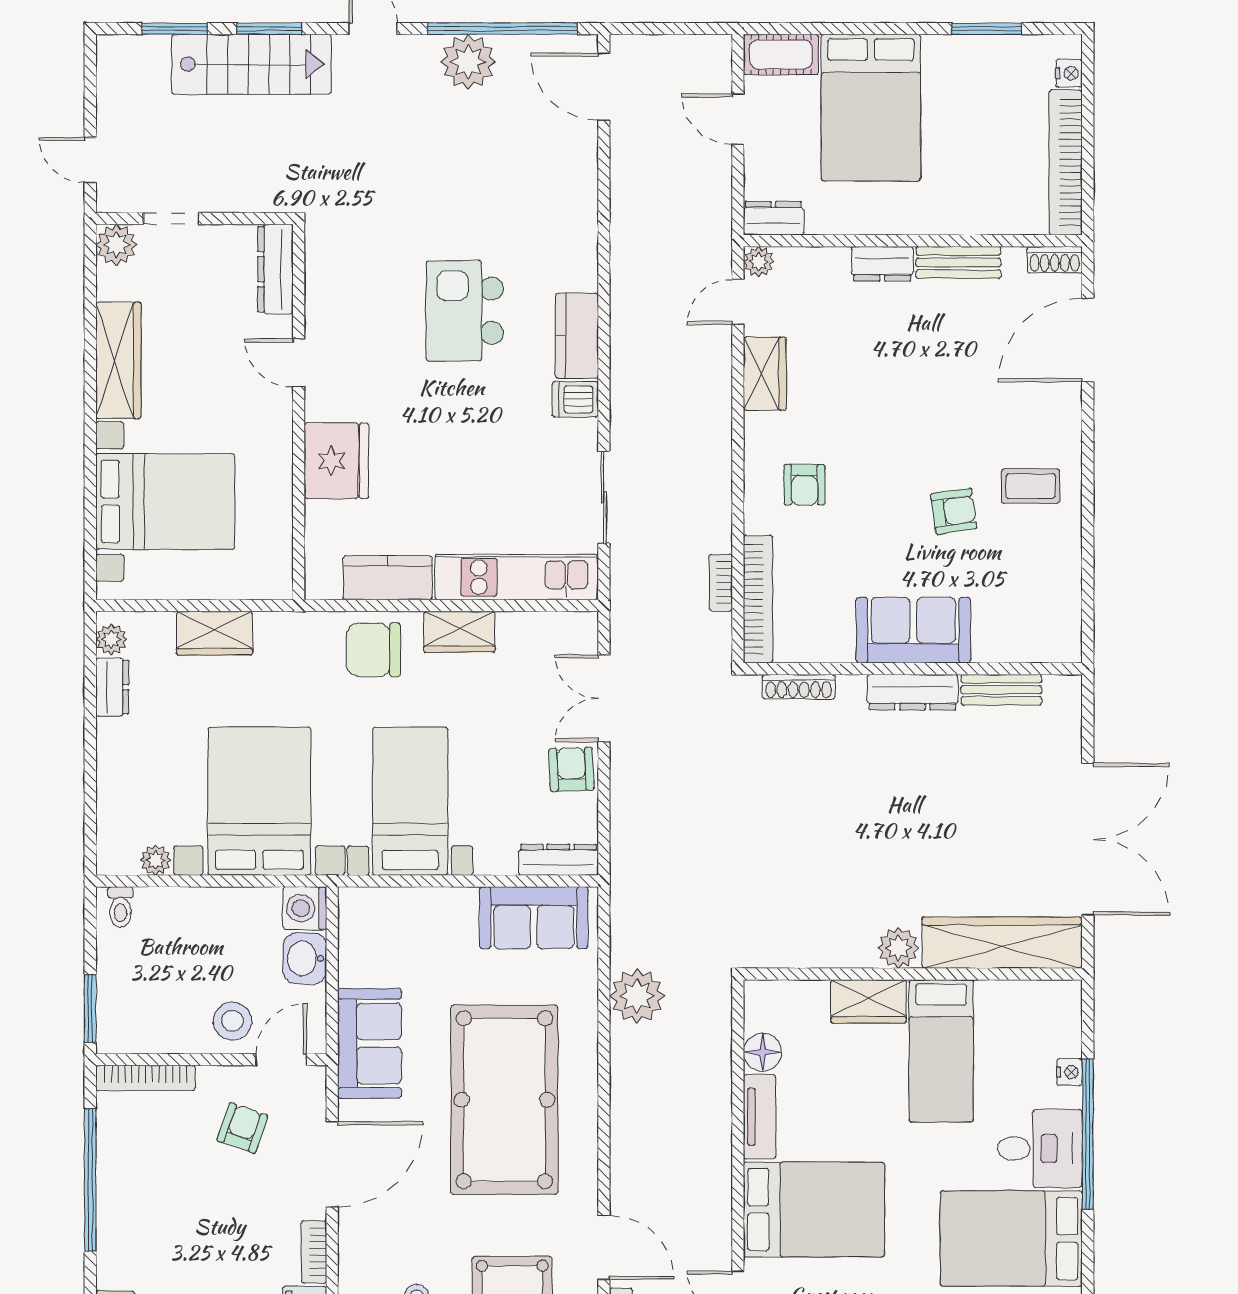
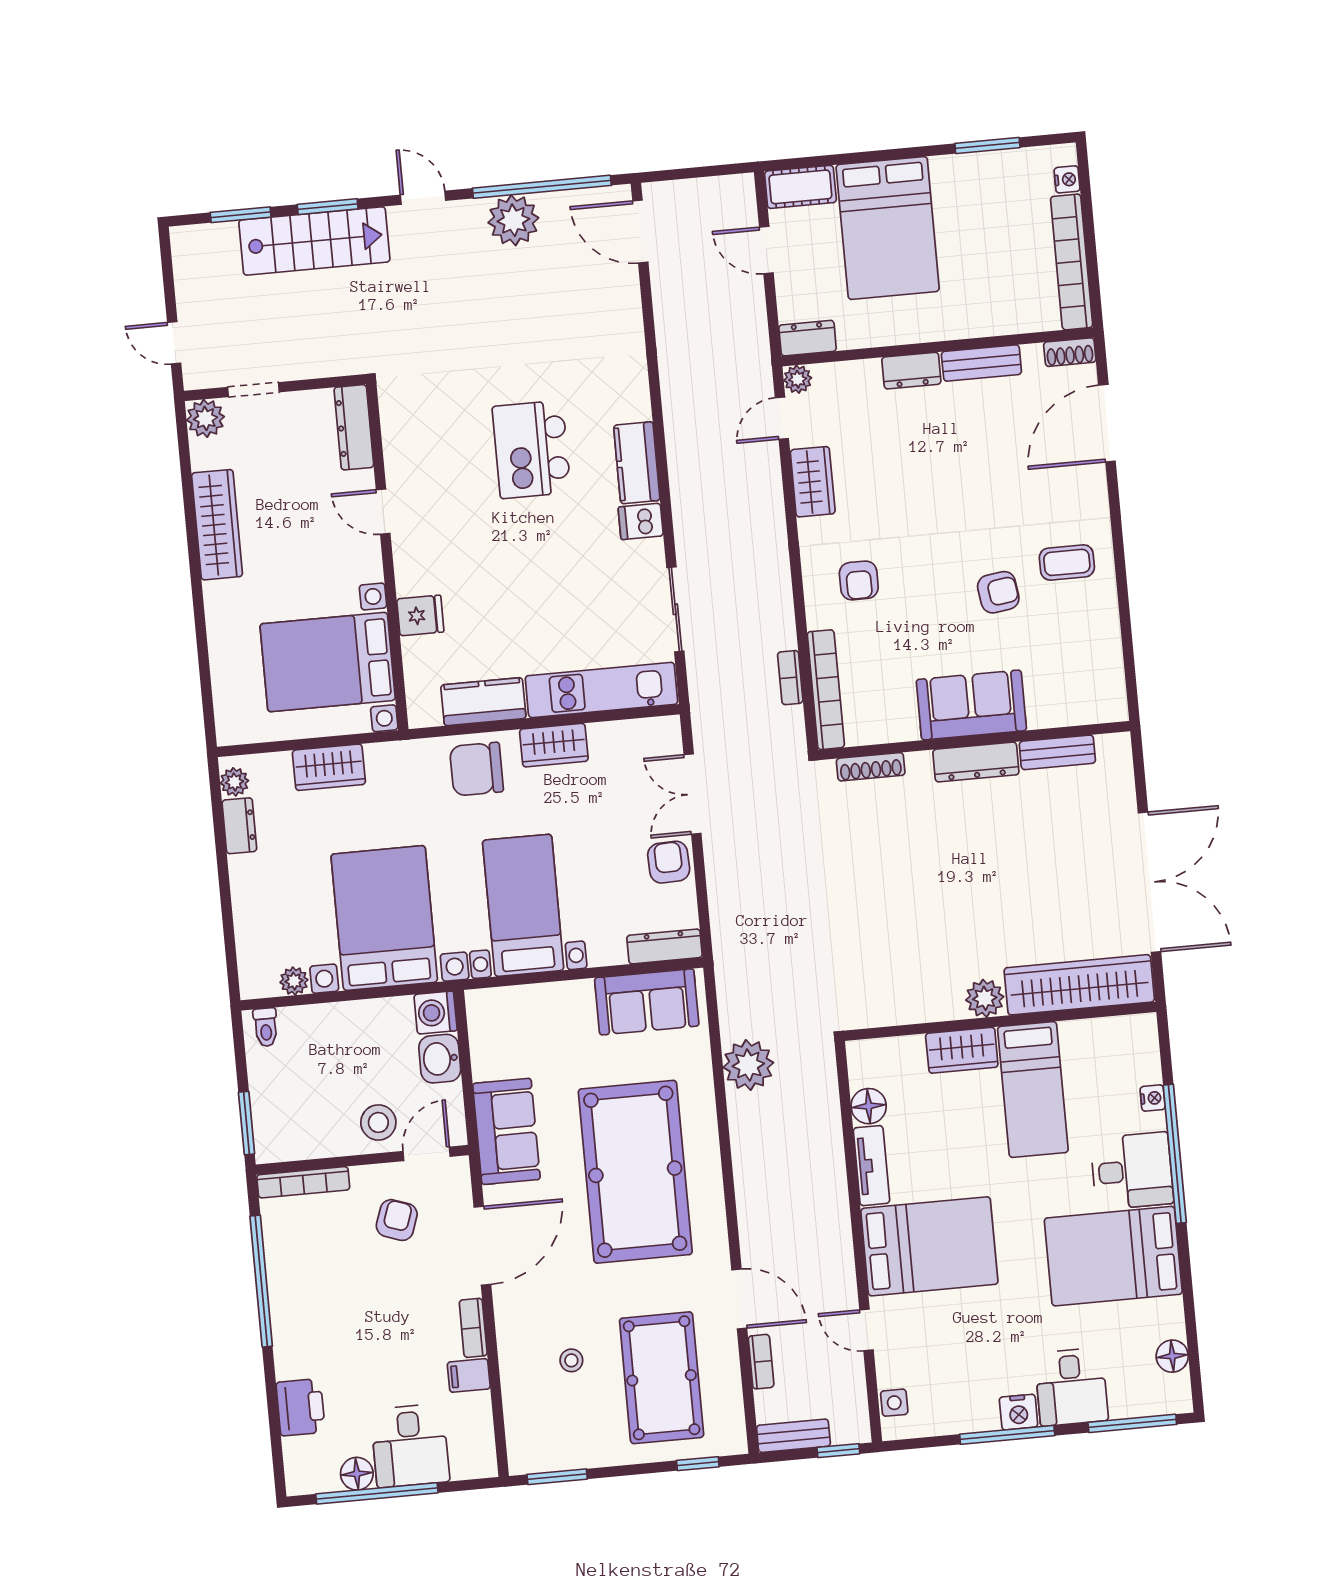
fridge: (336, 461) -> (420, 615), width x0.53, depth x0.75
bed with nightstands: (165, 501) -> (328, 662), moved, turned 180

